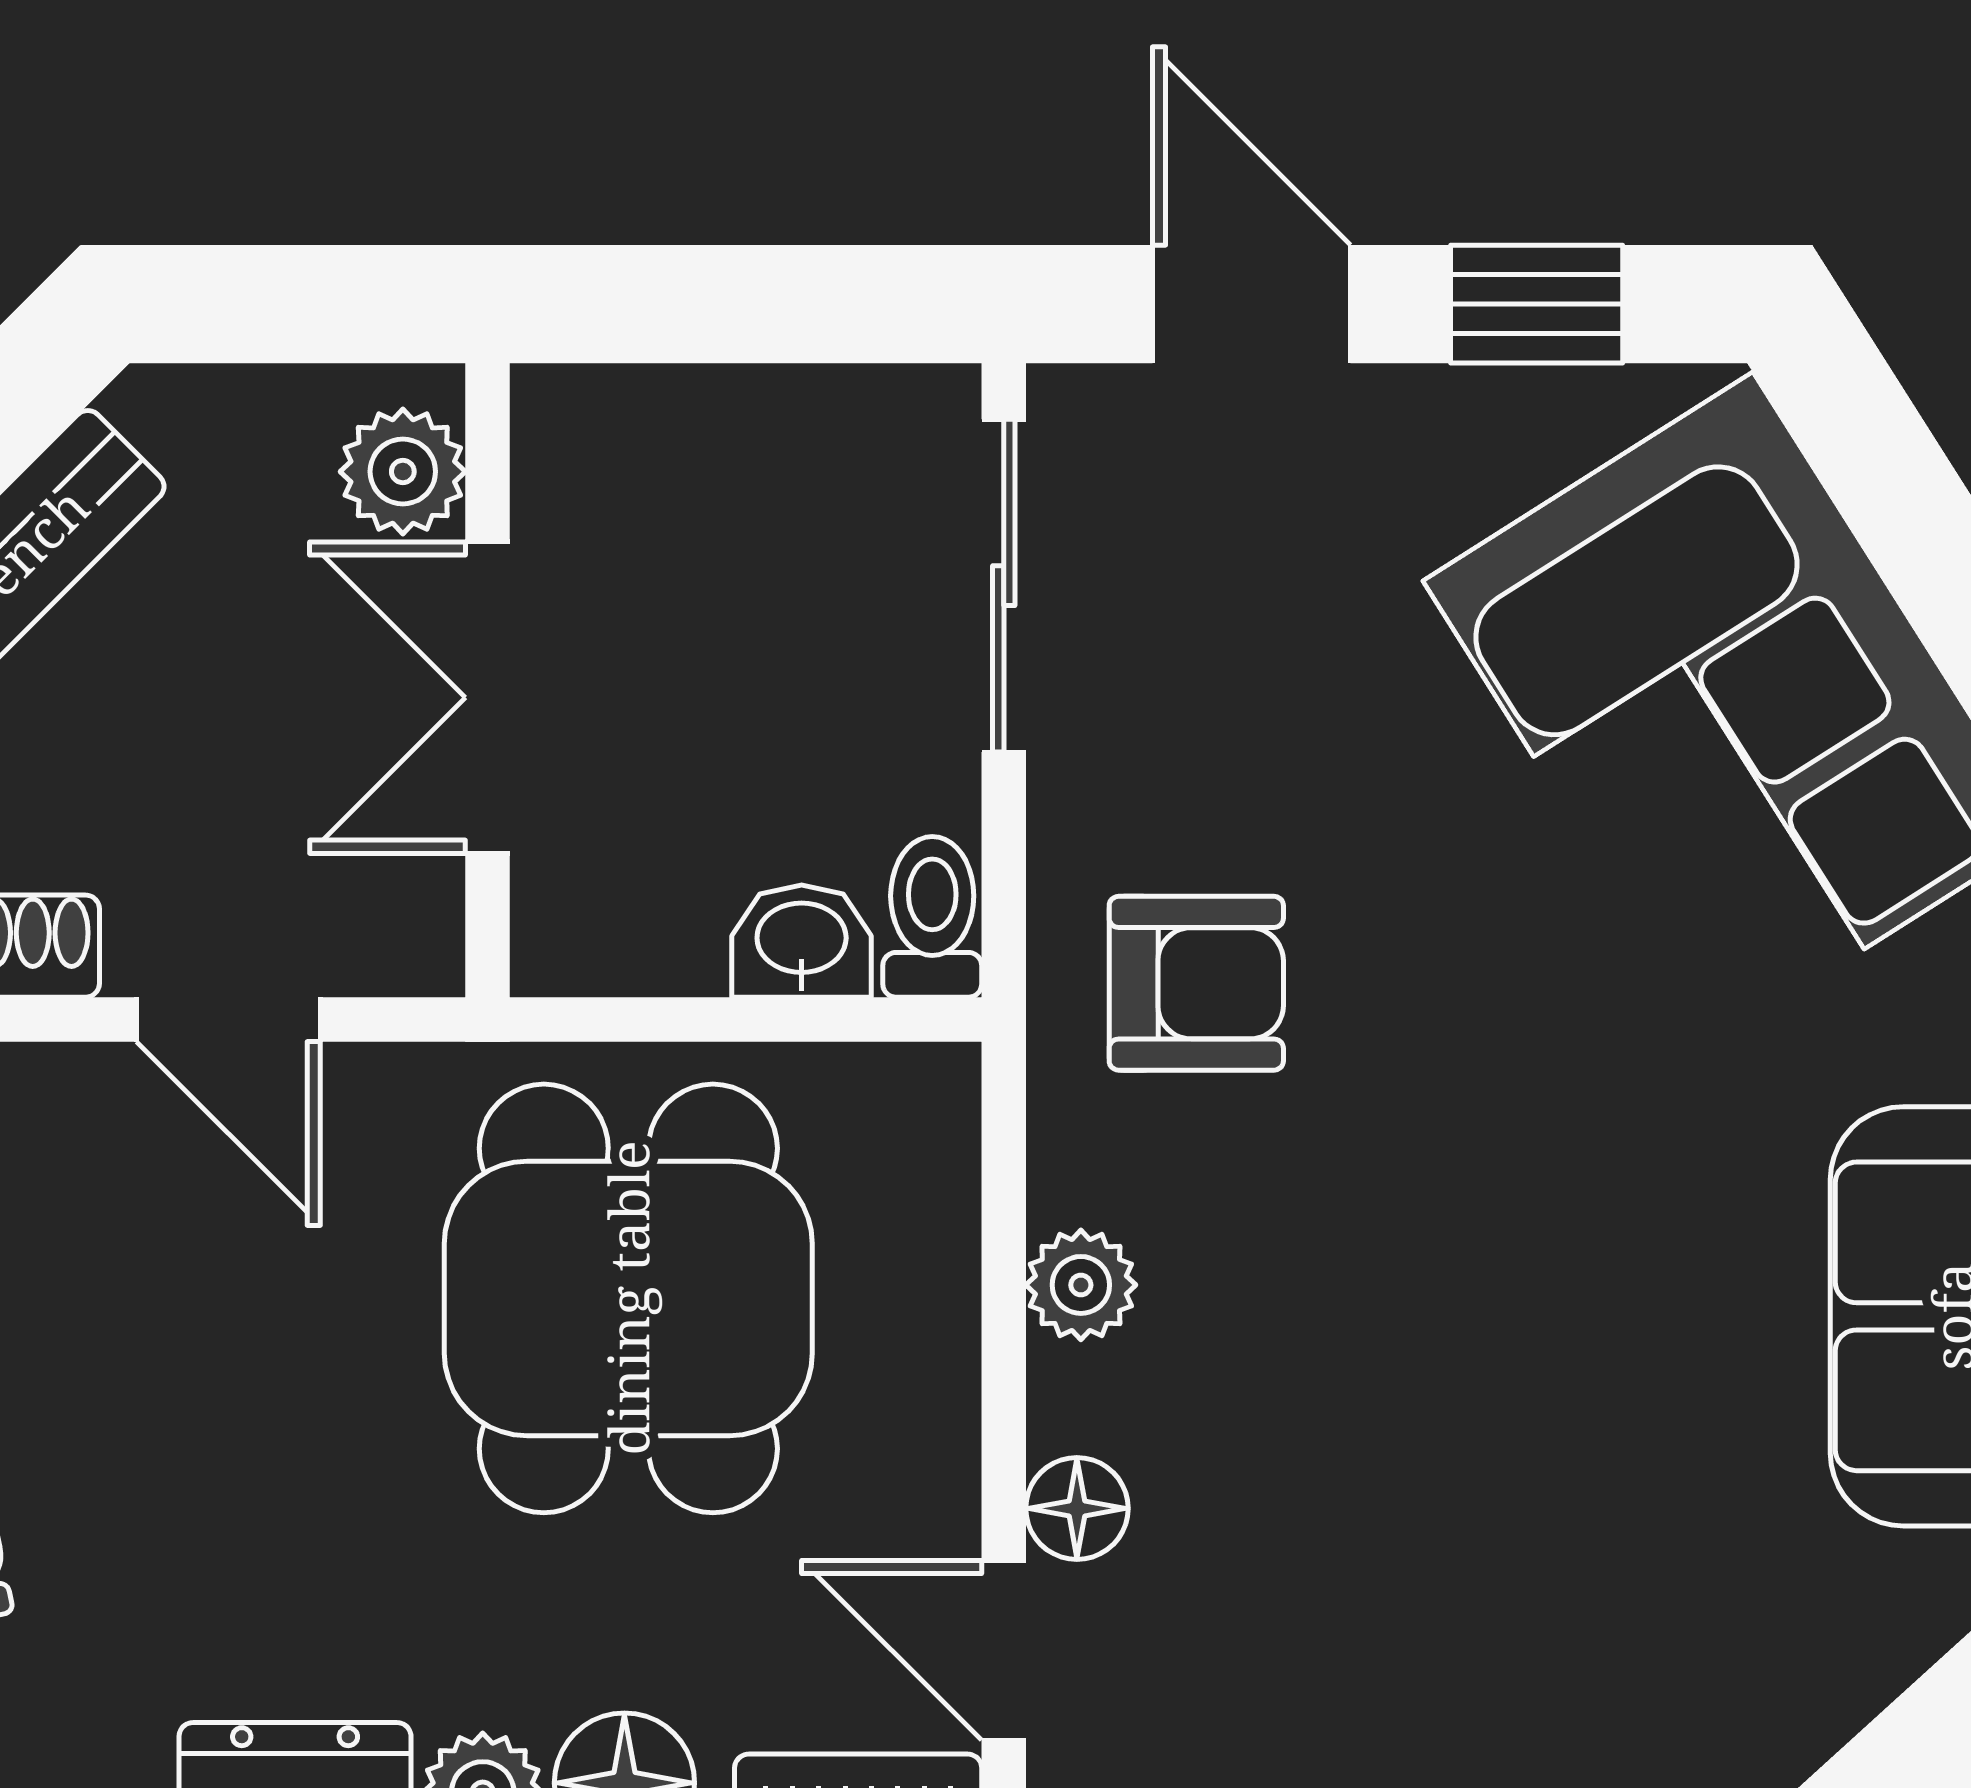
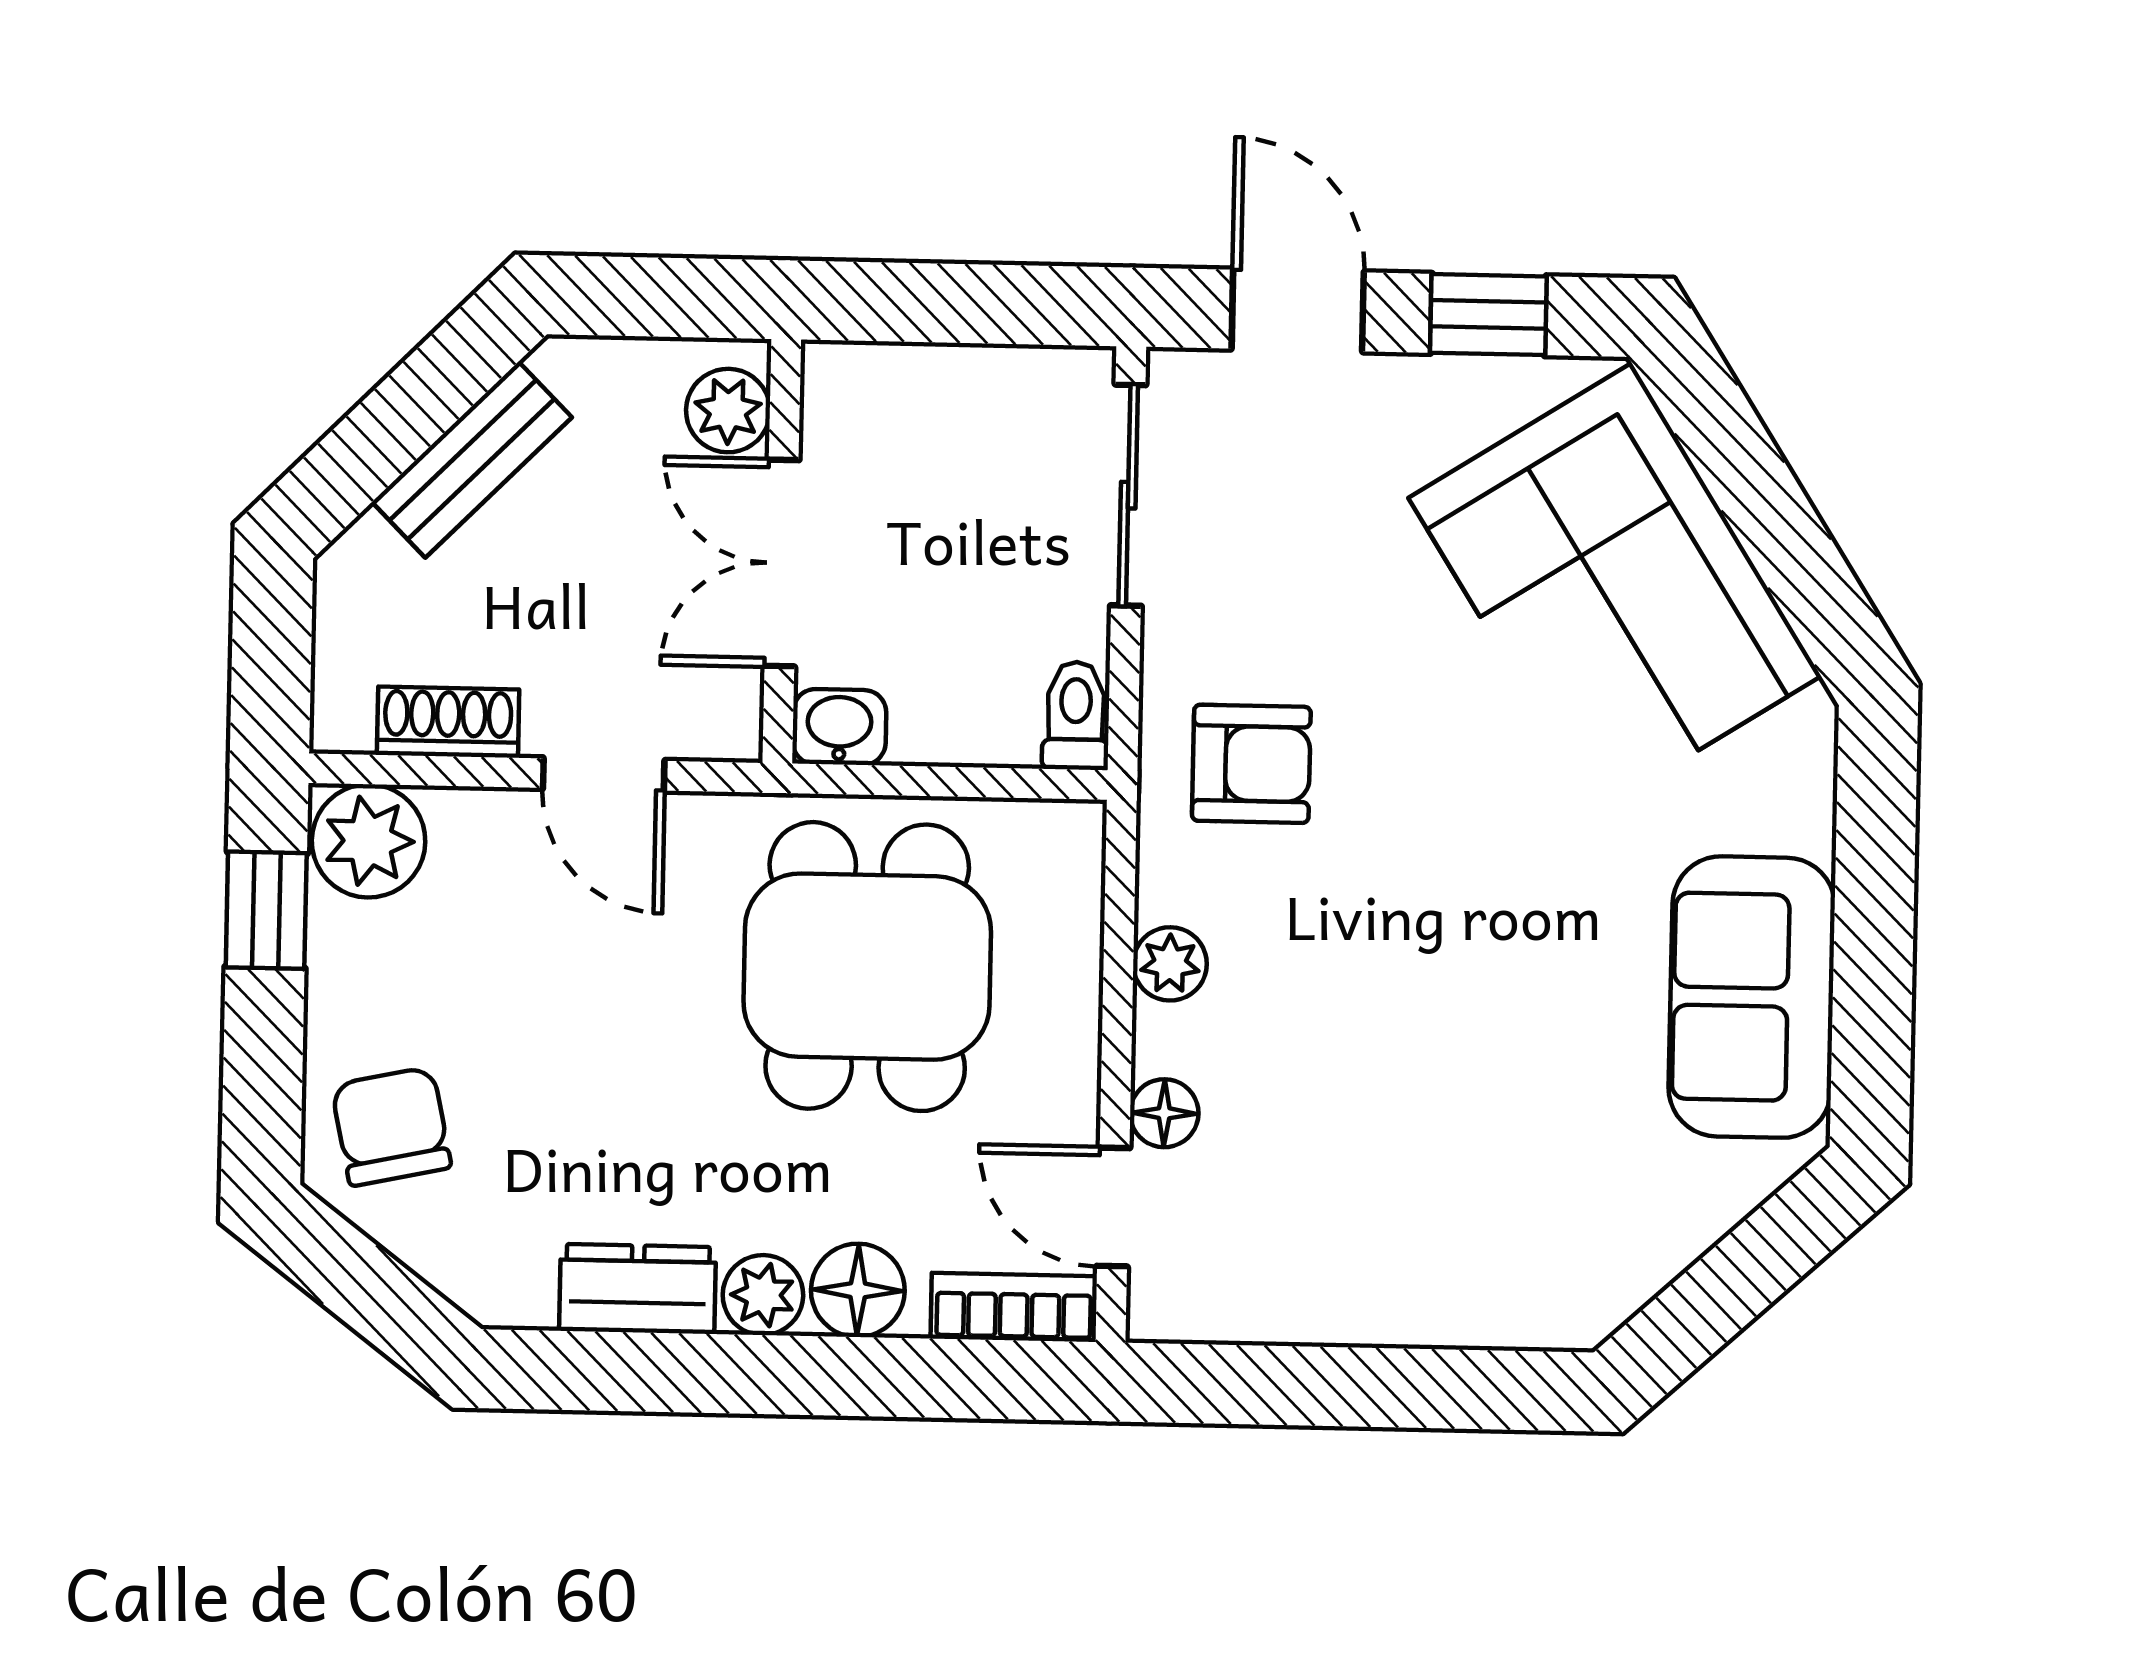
washbasin: (802, 941) -> (839, 727), moved

